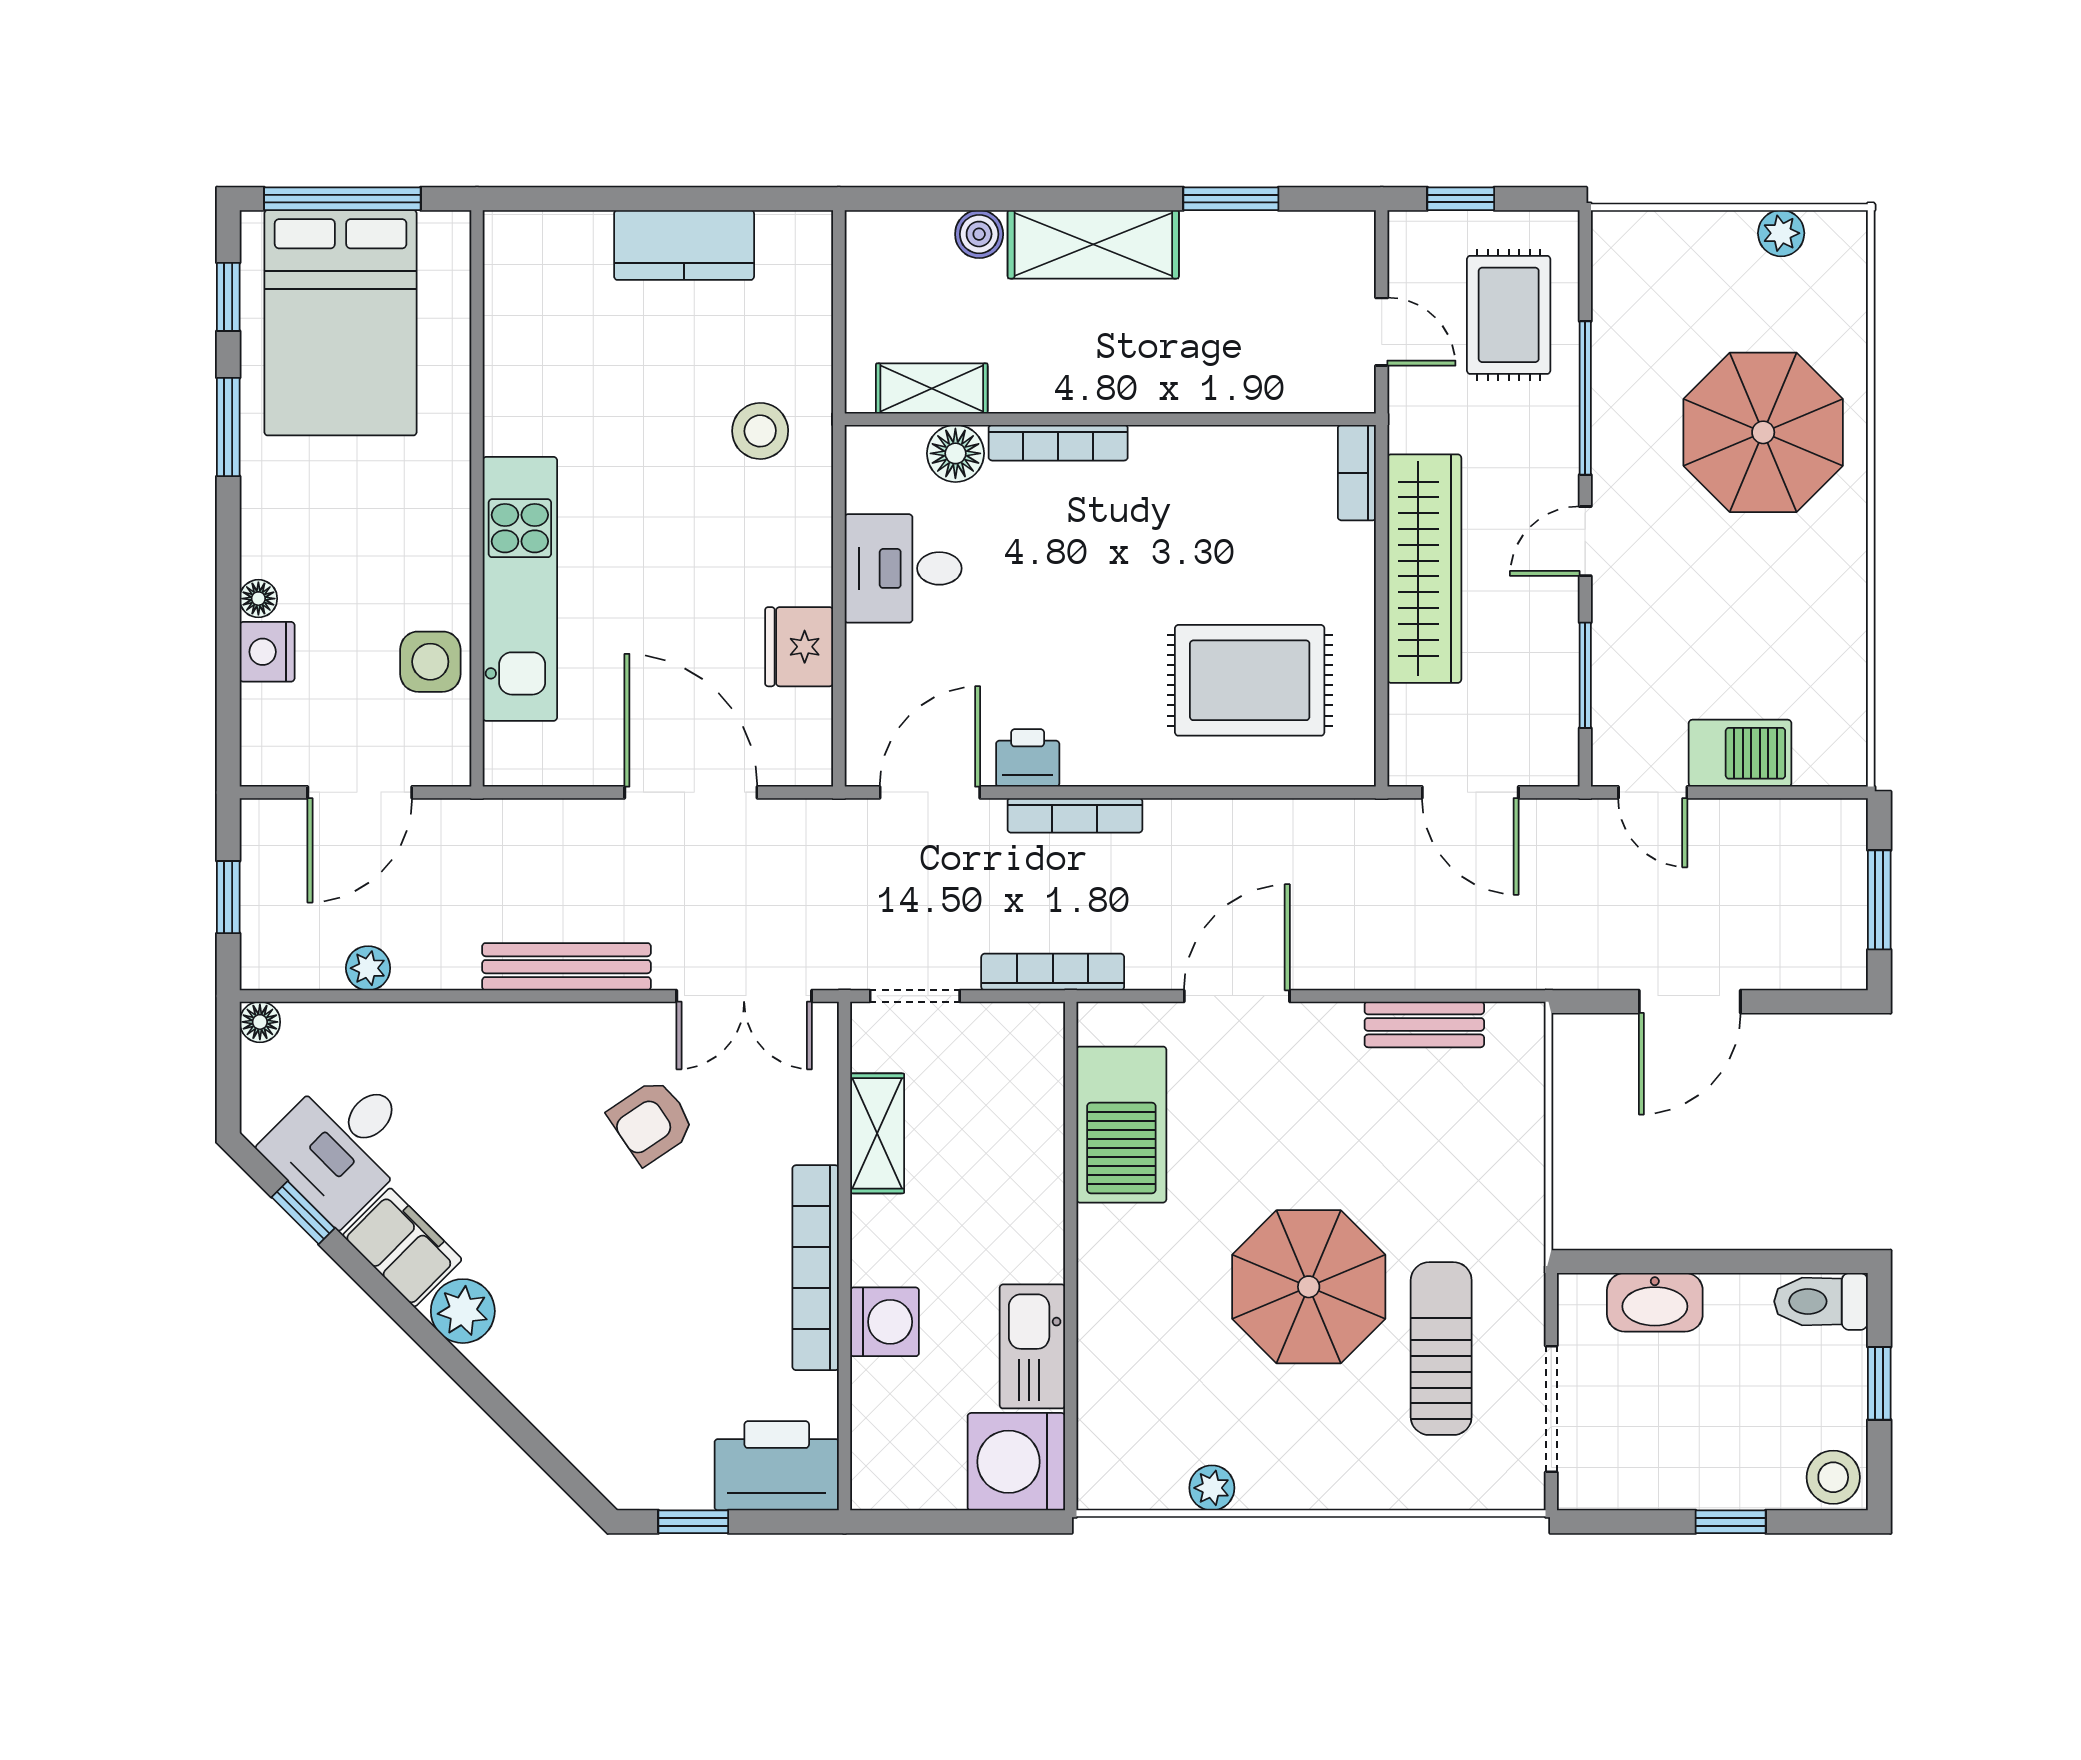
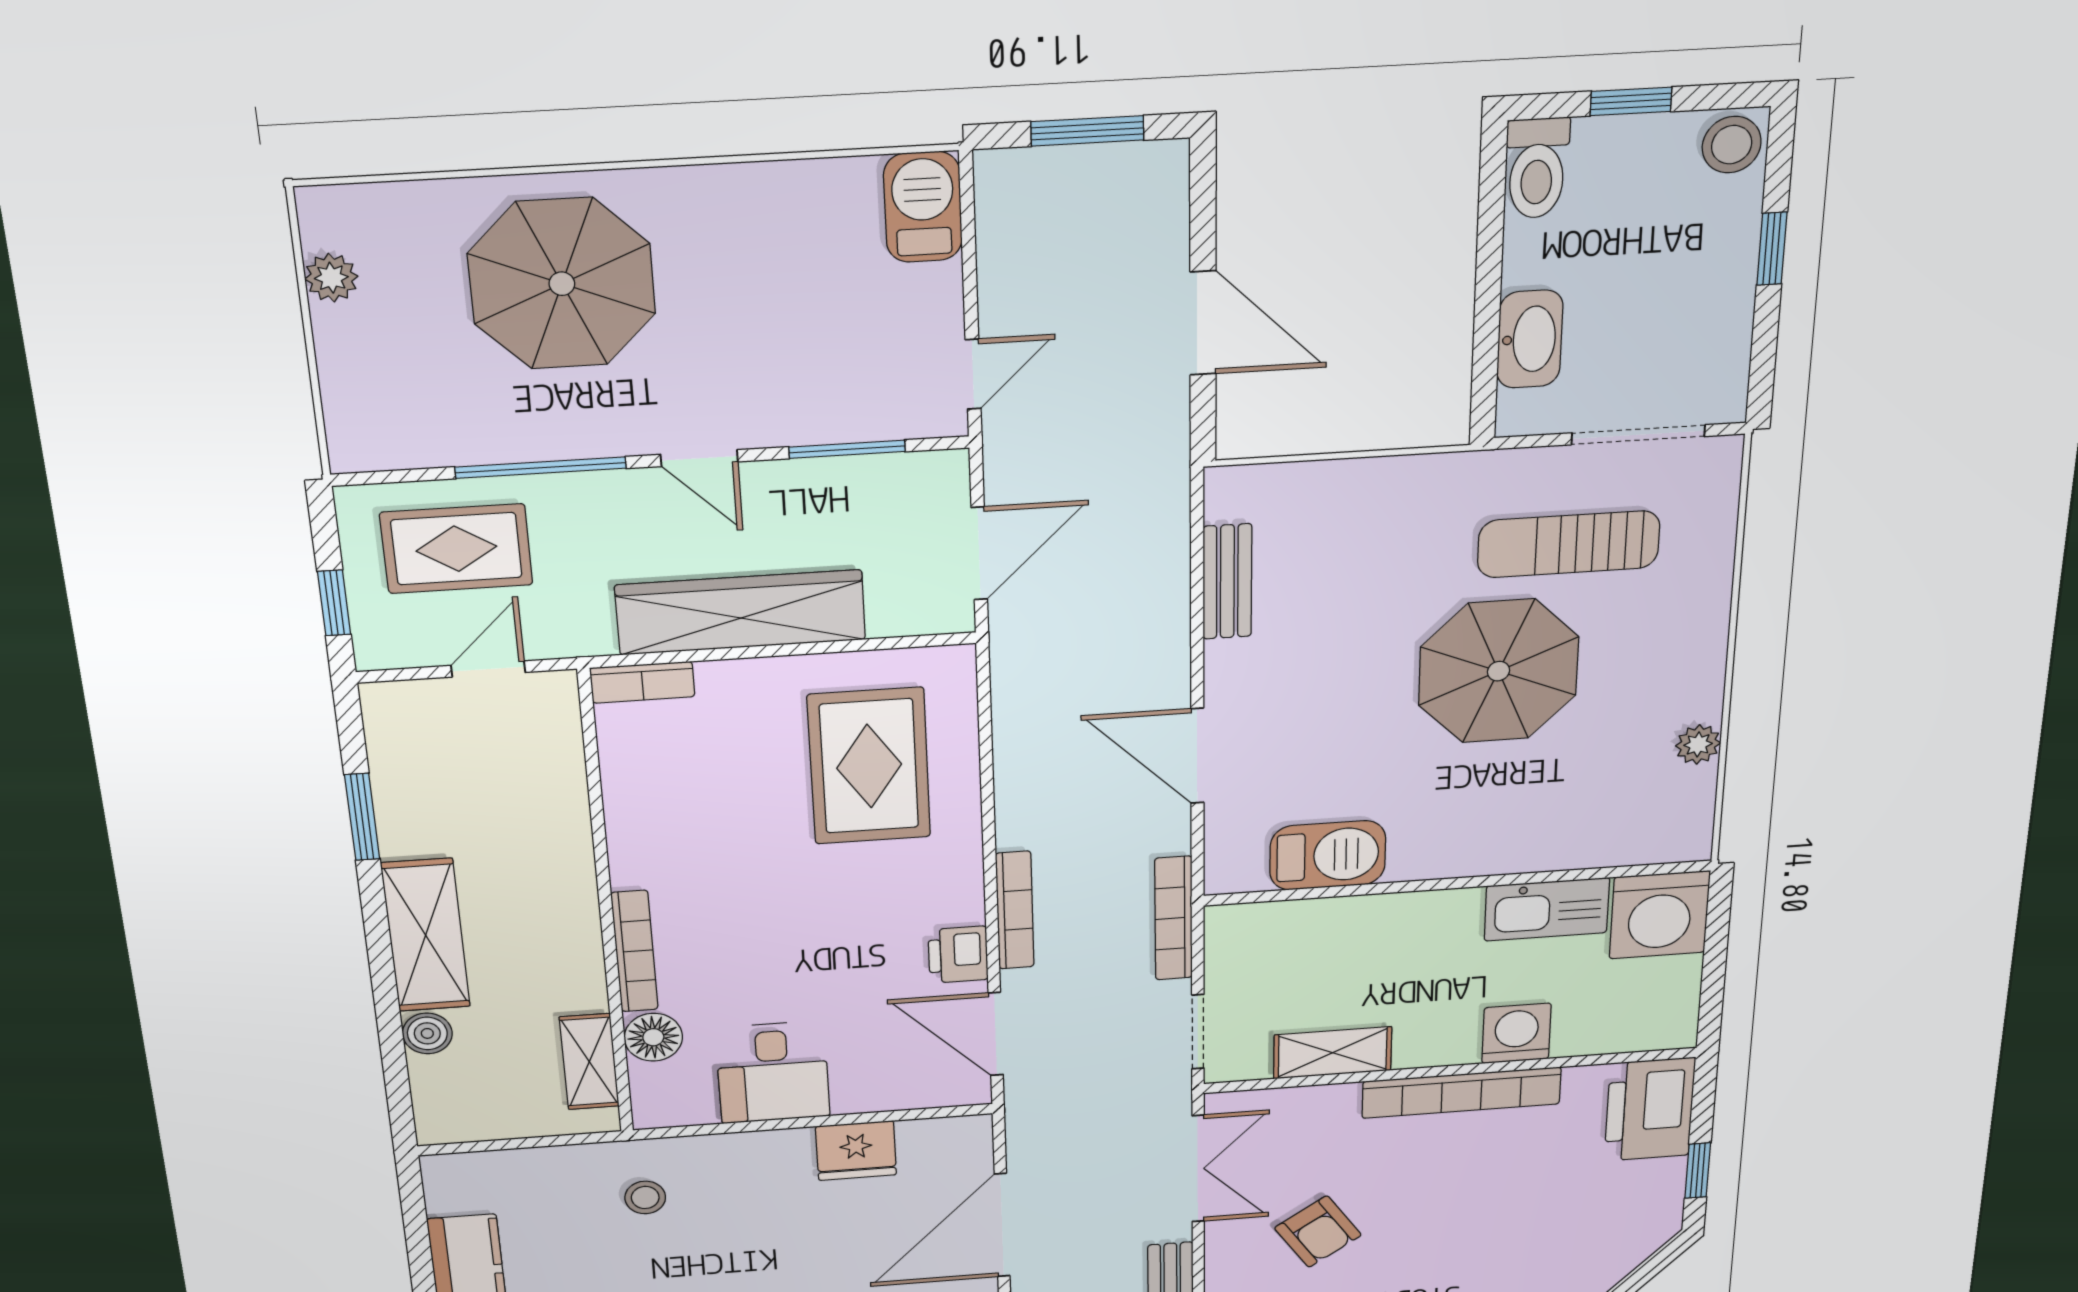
stool: (760, 431) -> (645, 1197), width x0.73, depth x0.73
barbecue: (1740, 753) -> (923, 207), moved
barbecue: (1121, 1125) -> (1328, 855), width x0.73, depth x0.83

